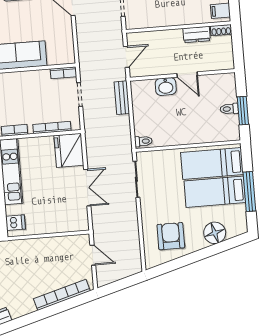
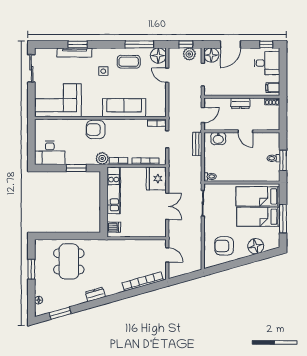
dresser: (197, 35) -> (240, 103), moved
washbasin: (166, 87) -> (218, 139), moved
armchair: (171, 236) -> (224, 246), turned -90

